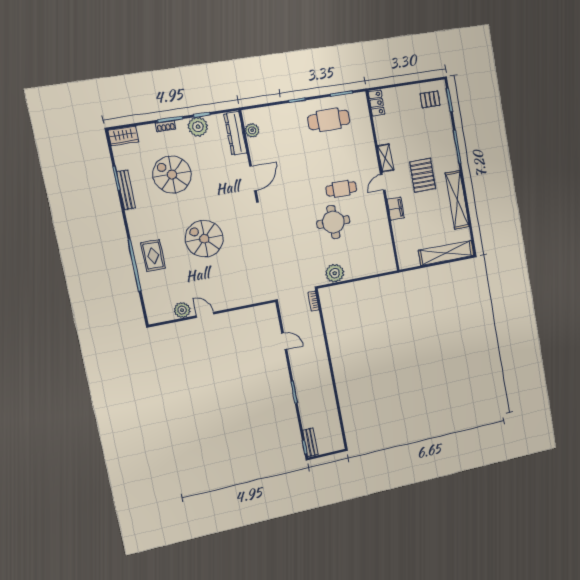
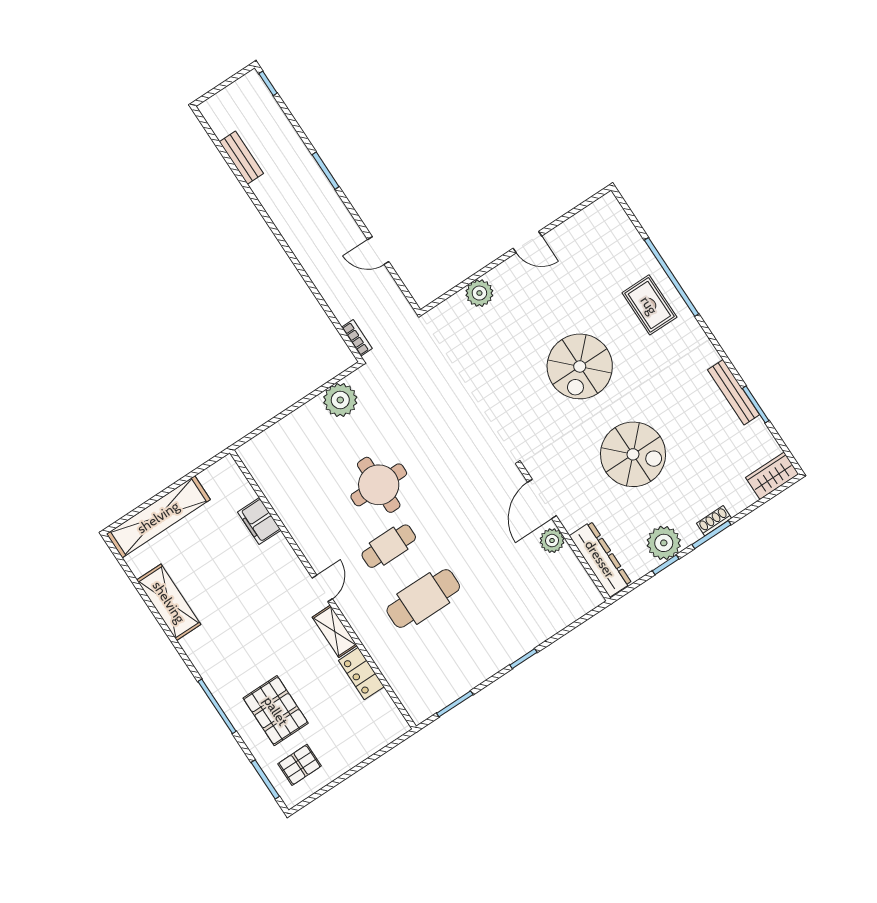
locker: (377, 103) -> (361, 674), moved
cafe table: (329, 120) -> (423, 598), moved
plant: (252, 130) -> (552, 541), moved
spiral stairs: (172, 174) -> (633, 454), moved
pallet: (423, 175) -> (276, 711), moved
shelving: (457, 200) -> (169, 602), width x0.68
filing cabinet: (396, 209) -> (259, 521), moved
spiral stairs: (204, 239) -> (580, 366), turned 90
plant: (182, 310) -> (479, 293), moved
bench: (310, 442) -> (241, 158), moved

